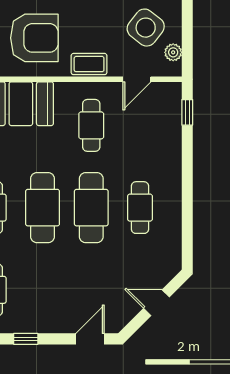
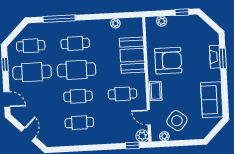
armchair: (34, 38) -> (168, 61), turned -90
plant: (170, 93) -> (142, 136), added
cafe table: (91, 208) -> (78, 96), width x0.73, depth x0.74
cafe table: (43, 290) -> (32, 72), added

